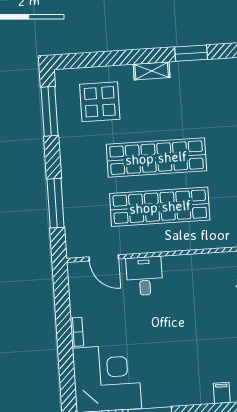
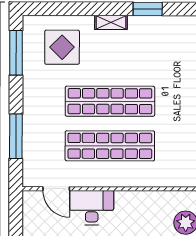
desk: (144, 276) -> (92, 208), width x1.37

